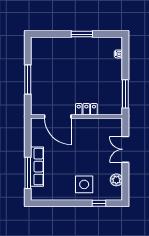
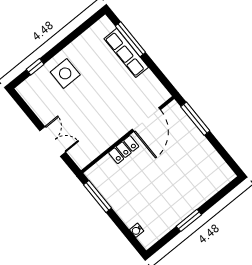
window: (28, 80) -> (195, 119), moved
door: (58, 116) -> (146, 119), swing flipped
plant: (116, 180) -> (37, 104), removed

